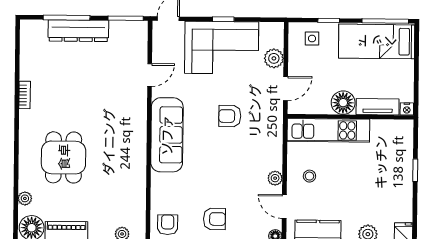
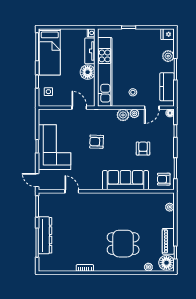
plant: (274, 58) -> (123, 115), moved
armchair: (230, 116) -> (97, 142), turned 92
kitchen unit: (328, 130) -> (105, 72), width x1.36
sofa: (167, 135) -> (126, 180), moved
armchair: (214, 219) -> (143, 149), moved

